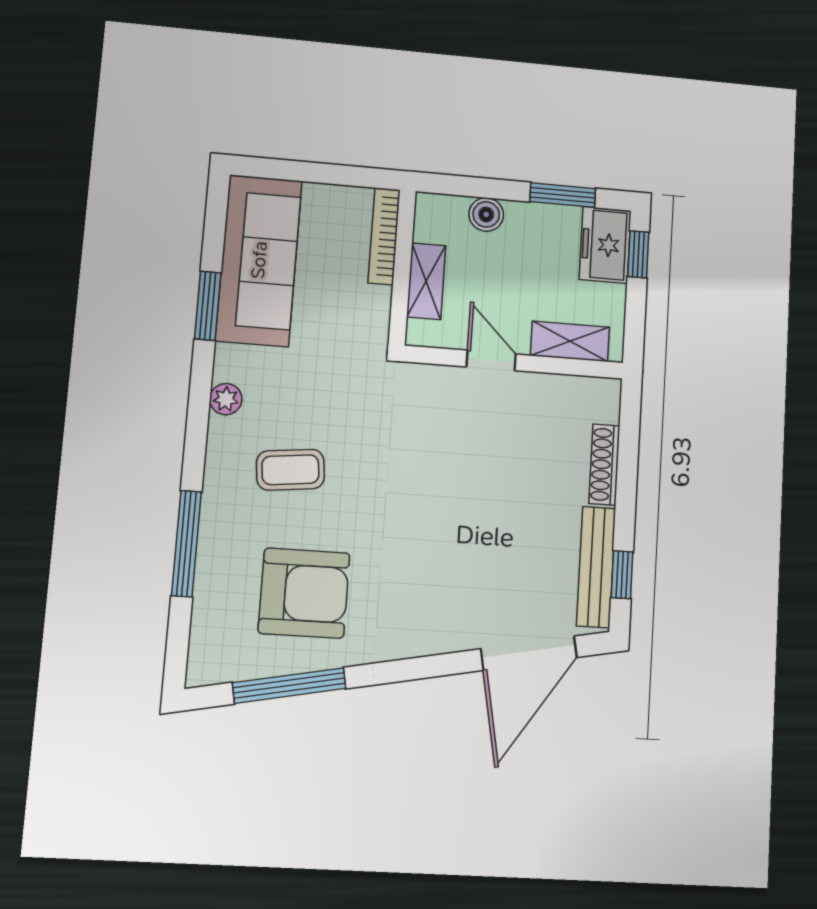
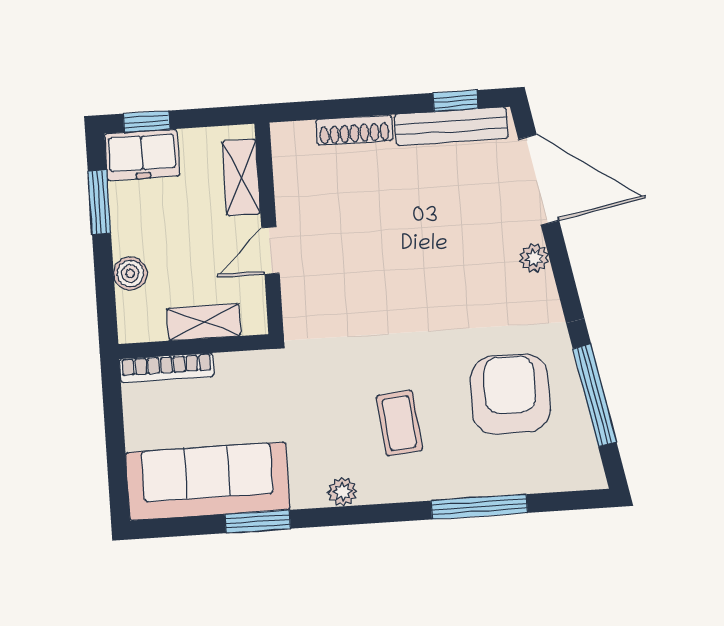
plant: (447, 638) -> (534, 258), added

